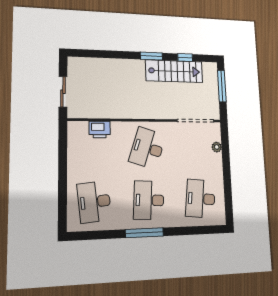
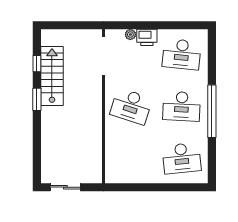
window: (222, 86) -> (66, 25), removed
sliding door: (63, 92) -> (65, 187), moved
printer: (100, 130) -> (147, 37), moved, turned 90
window: (144, 233) -> (212, 111), width x1.46

